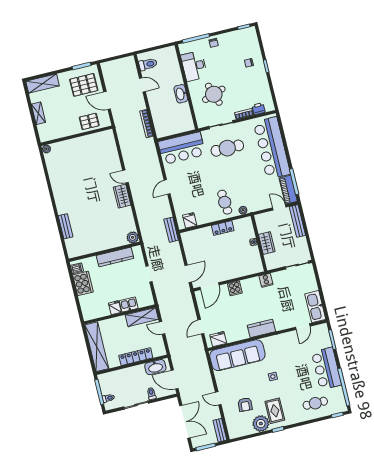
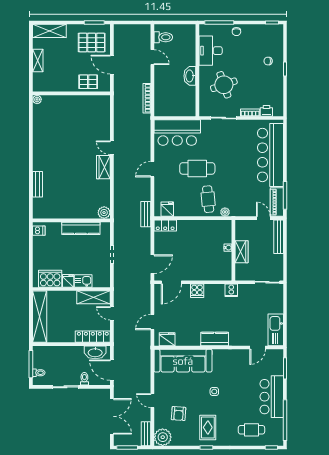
cafe table: (227, 148) -> (197, 168), moved
locker: (223, 228) -> (165, 225), moved
cooker: (83, 283) -> (50, 279), moved, turned -90
locker: (136, 357) -> (93, 337), moved
plant: (261, 424) -> (163, 437), moved

